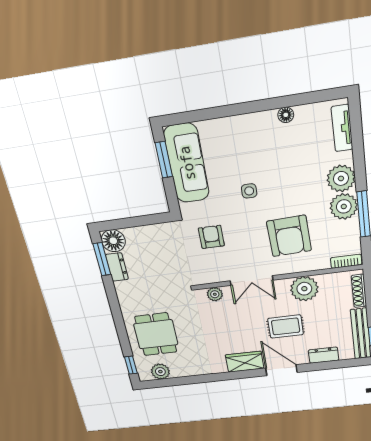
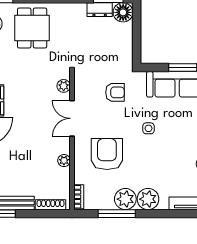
armchair: (289, 236) -> (107, 154), turned 92
plant: (304, 289) -> (64, 161), width x0.53, depth x0.53
rug: (286, 326) -> (25, 141), removed
dining table: (156, 334) -> (32, 28), turned 90

